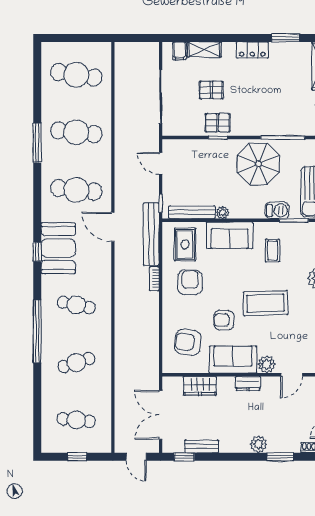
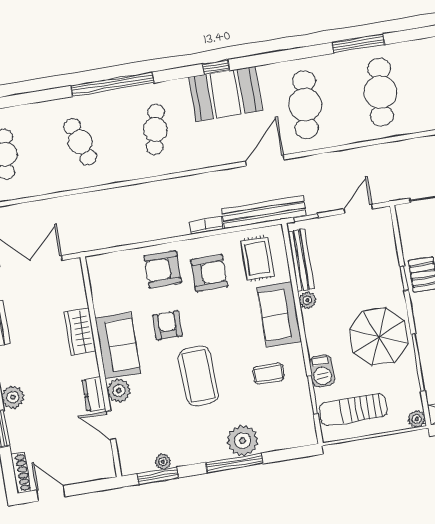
rug: (185, 244) -> (258, 258), turned 90
armchair: (188, 342) -> (163, 269), moved, turned -97
dresser: (248, 383) -> (94, 394), moved
wardrobe: (200, 386) -> (80, 331), moved

